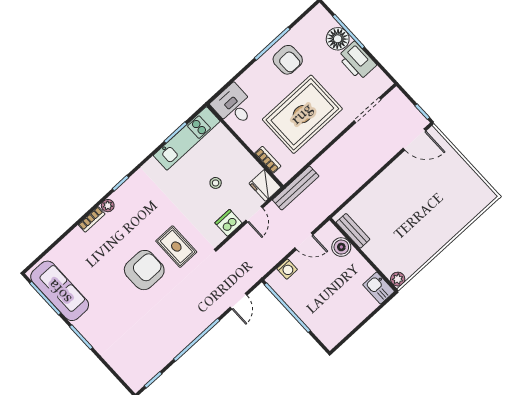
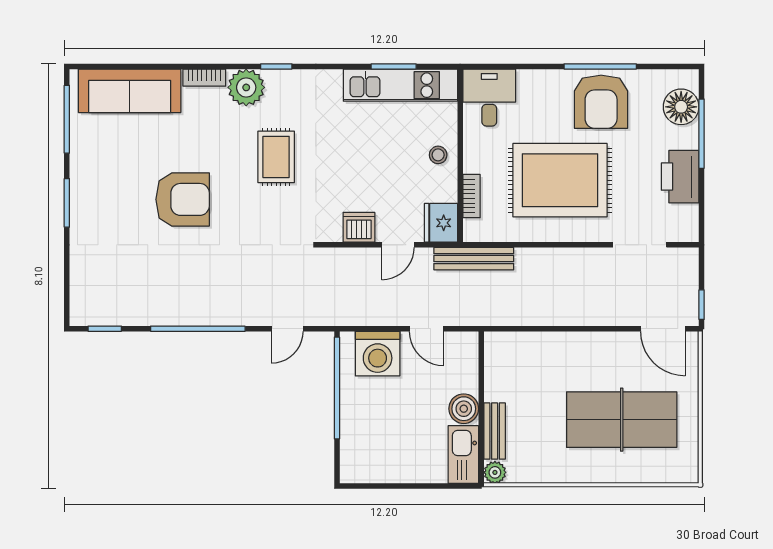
floor lamp: (338, 39) -> (681, 107), moved
armchair: (288, 60) -> (601, 102), width x1.36, depth x1.36
stool: (216, 183) -> (438, 155), moved
table tennis table: (434, 200) -> (622, 420), added
plant: (108, 206) -> (246, 87), width x1.87, depth x1.87
bench: (353, 231) -> (495, 431), moved
rug: (176, 247) -> (276, 157), moved
boiler: (341, 247) -> (464, 409), moved
washing machine: (287, 269) -> (378, 354), width x1.89, depth x1.89
armchair: (144, 270) -> (183, 199), moved
kitchen sink: (379, 288) -> (463, 455), width x1.38
sofa: (60, 291) -> (130, 91), moved, turned 90

